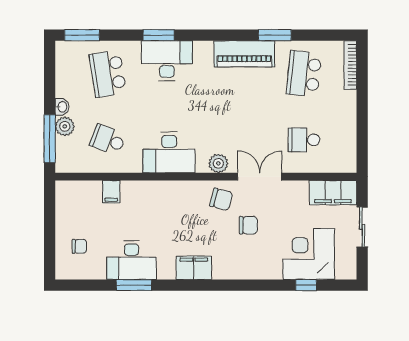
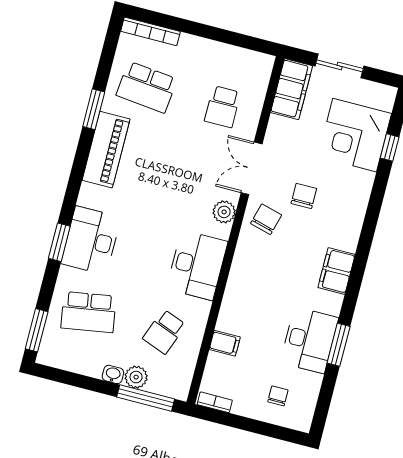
bookcase: (61, 196) -> (215, 402), added

